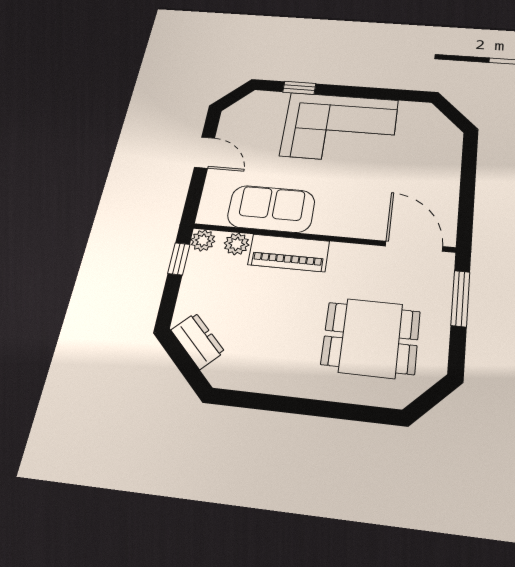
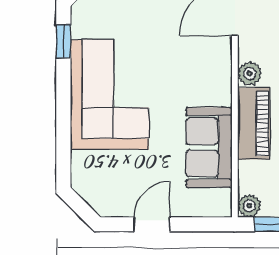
window: (299, 88) -> (63, 41), moved
plant: (237, 244) -> (250, 74), moved

